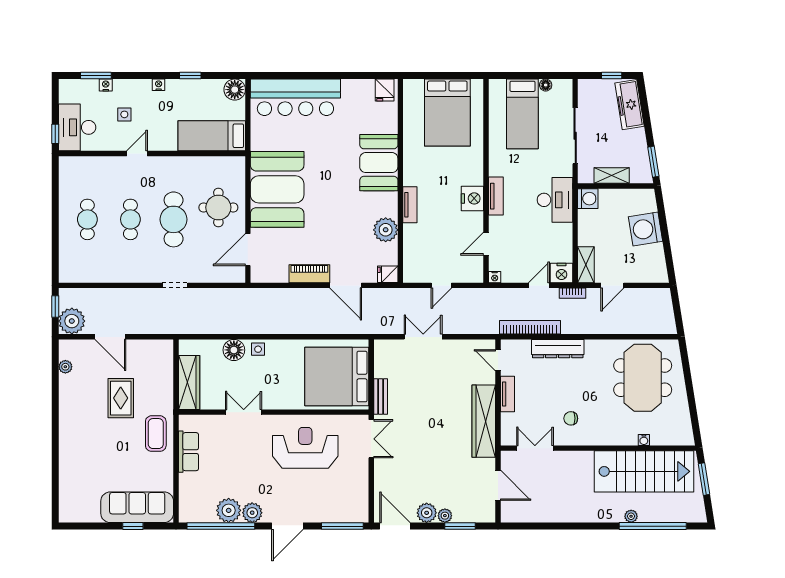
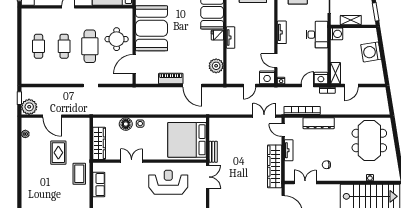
nightstand: (472, 198) -> (267, 77), moved, turned 90
plant: (386, 230) -> (216, 66), moved
door: (486, 244) -> (276, 61), hinge flipped
fridge: (388, 274) -> (217, 35), moved
double door: (423, 337) -> (264, 116), moved

